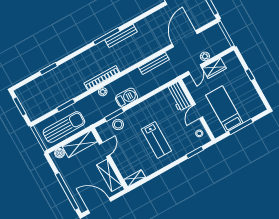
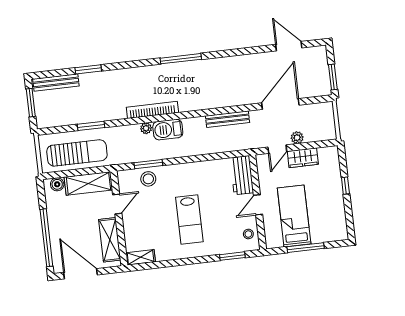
bench: (121, 36) -> (56, 82), moved
barbecue: (127, 98) -> (168, 130), moved, turned 180

